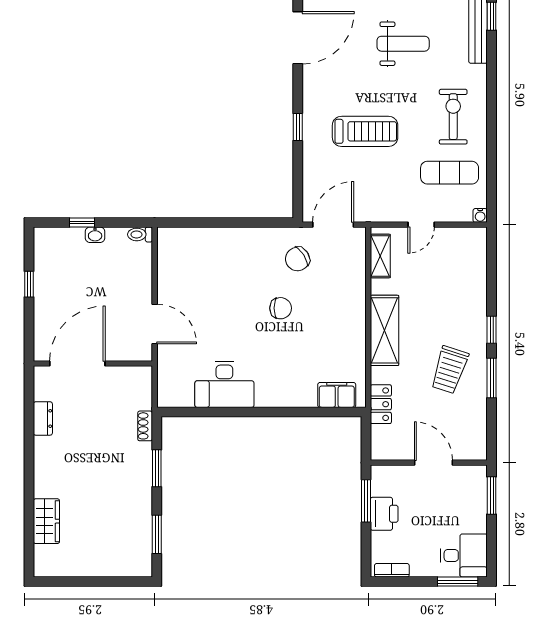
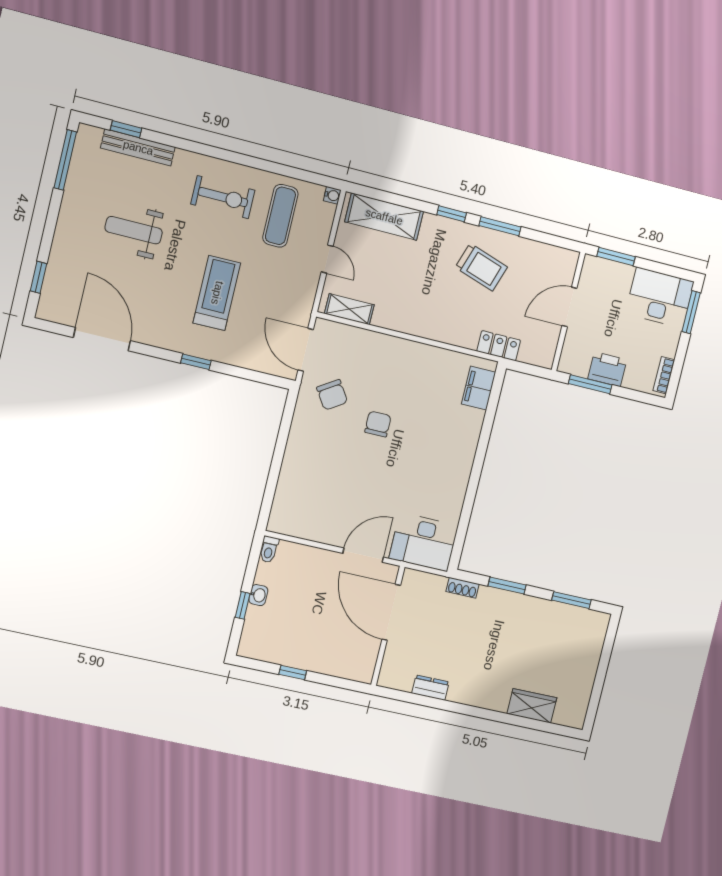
weight bench: (403, 44) -> (134, 230), turned -90
exercise bike: (453, 117) -> (223, 197), turned 180
shelving: (385, 330) -> (384, 217), moved
door: (77, 363) -> (391, 612), moved
desk: (224, 384) -> (424, 542), moved, turned 90
desk: (464, 555) -> (660, 298), width x1.37

